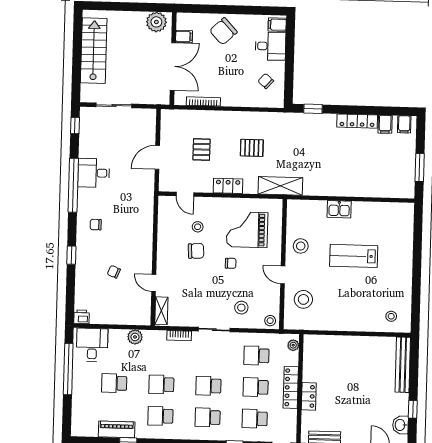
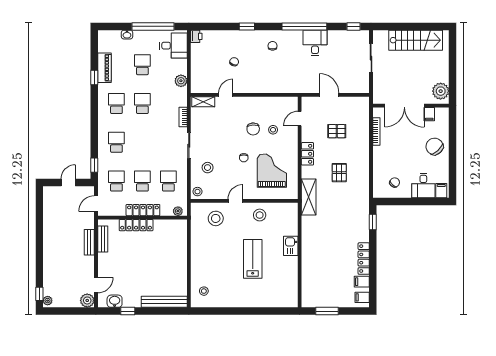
school desk: (208, 386) -> (142, 142), removed
locker: (309, 396) -> (136, 225), width x1.53
washbasin: (77, 401) -> (127, 35), added

